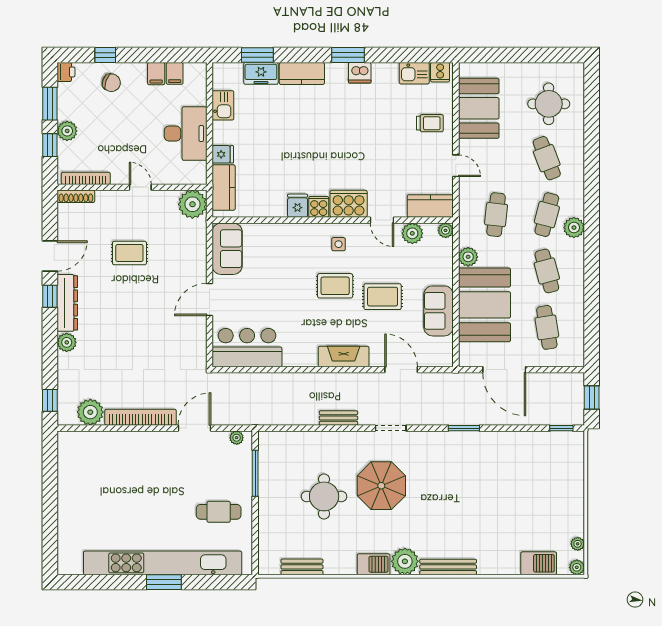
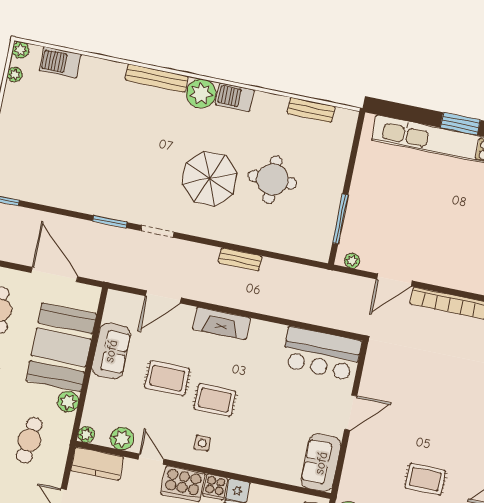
door: (401, 370) -> (163, 297), hinge flipped
doorway: (391, 428) -> (157, 231), moved
cafe table: (219, 512) -> (387, 186), removed

